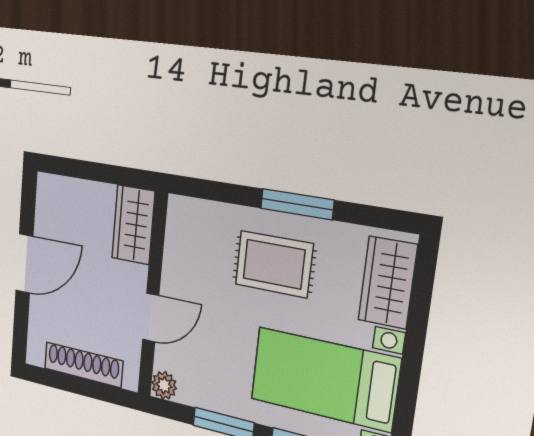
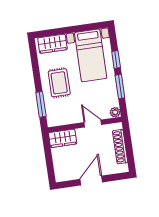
window: (297, 204) -> (41, 104), moved
door: (24, 263) -> (91, 181), hinge flipped

